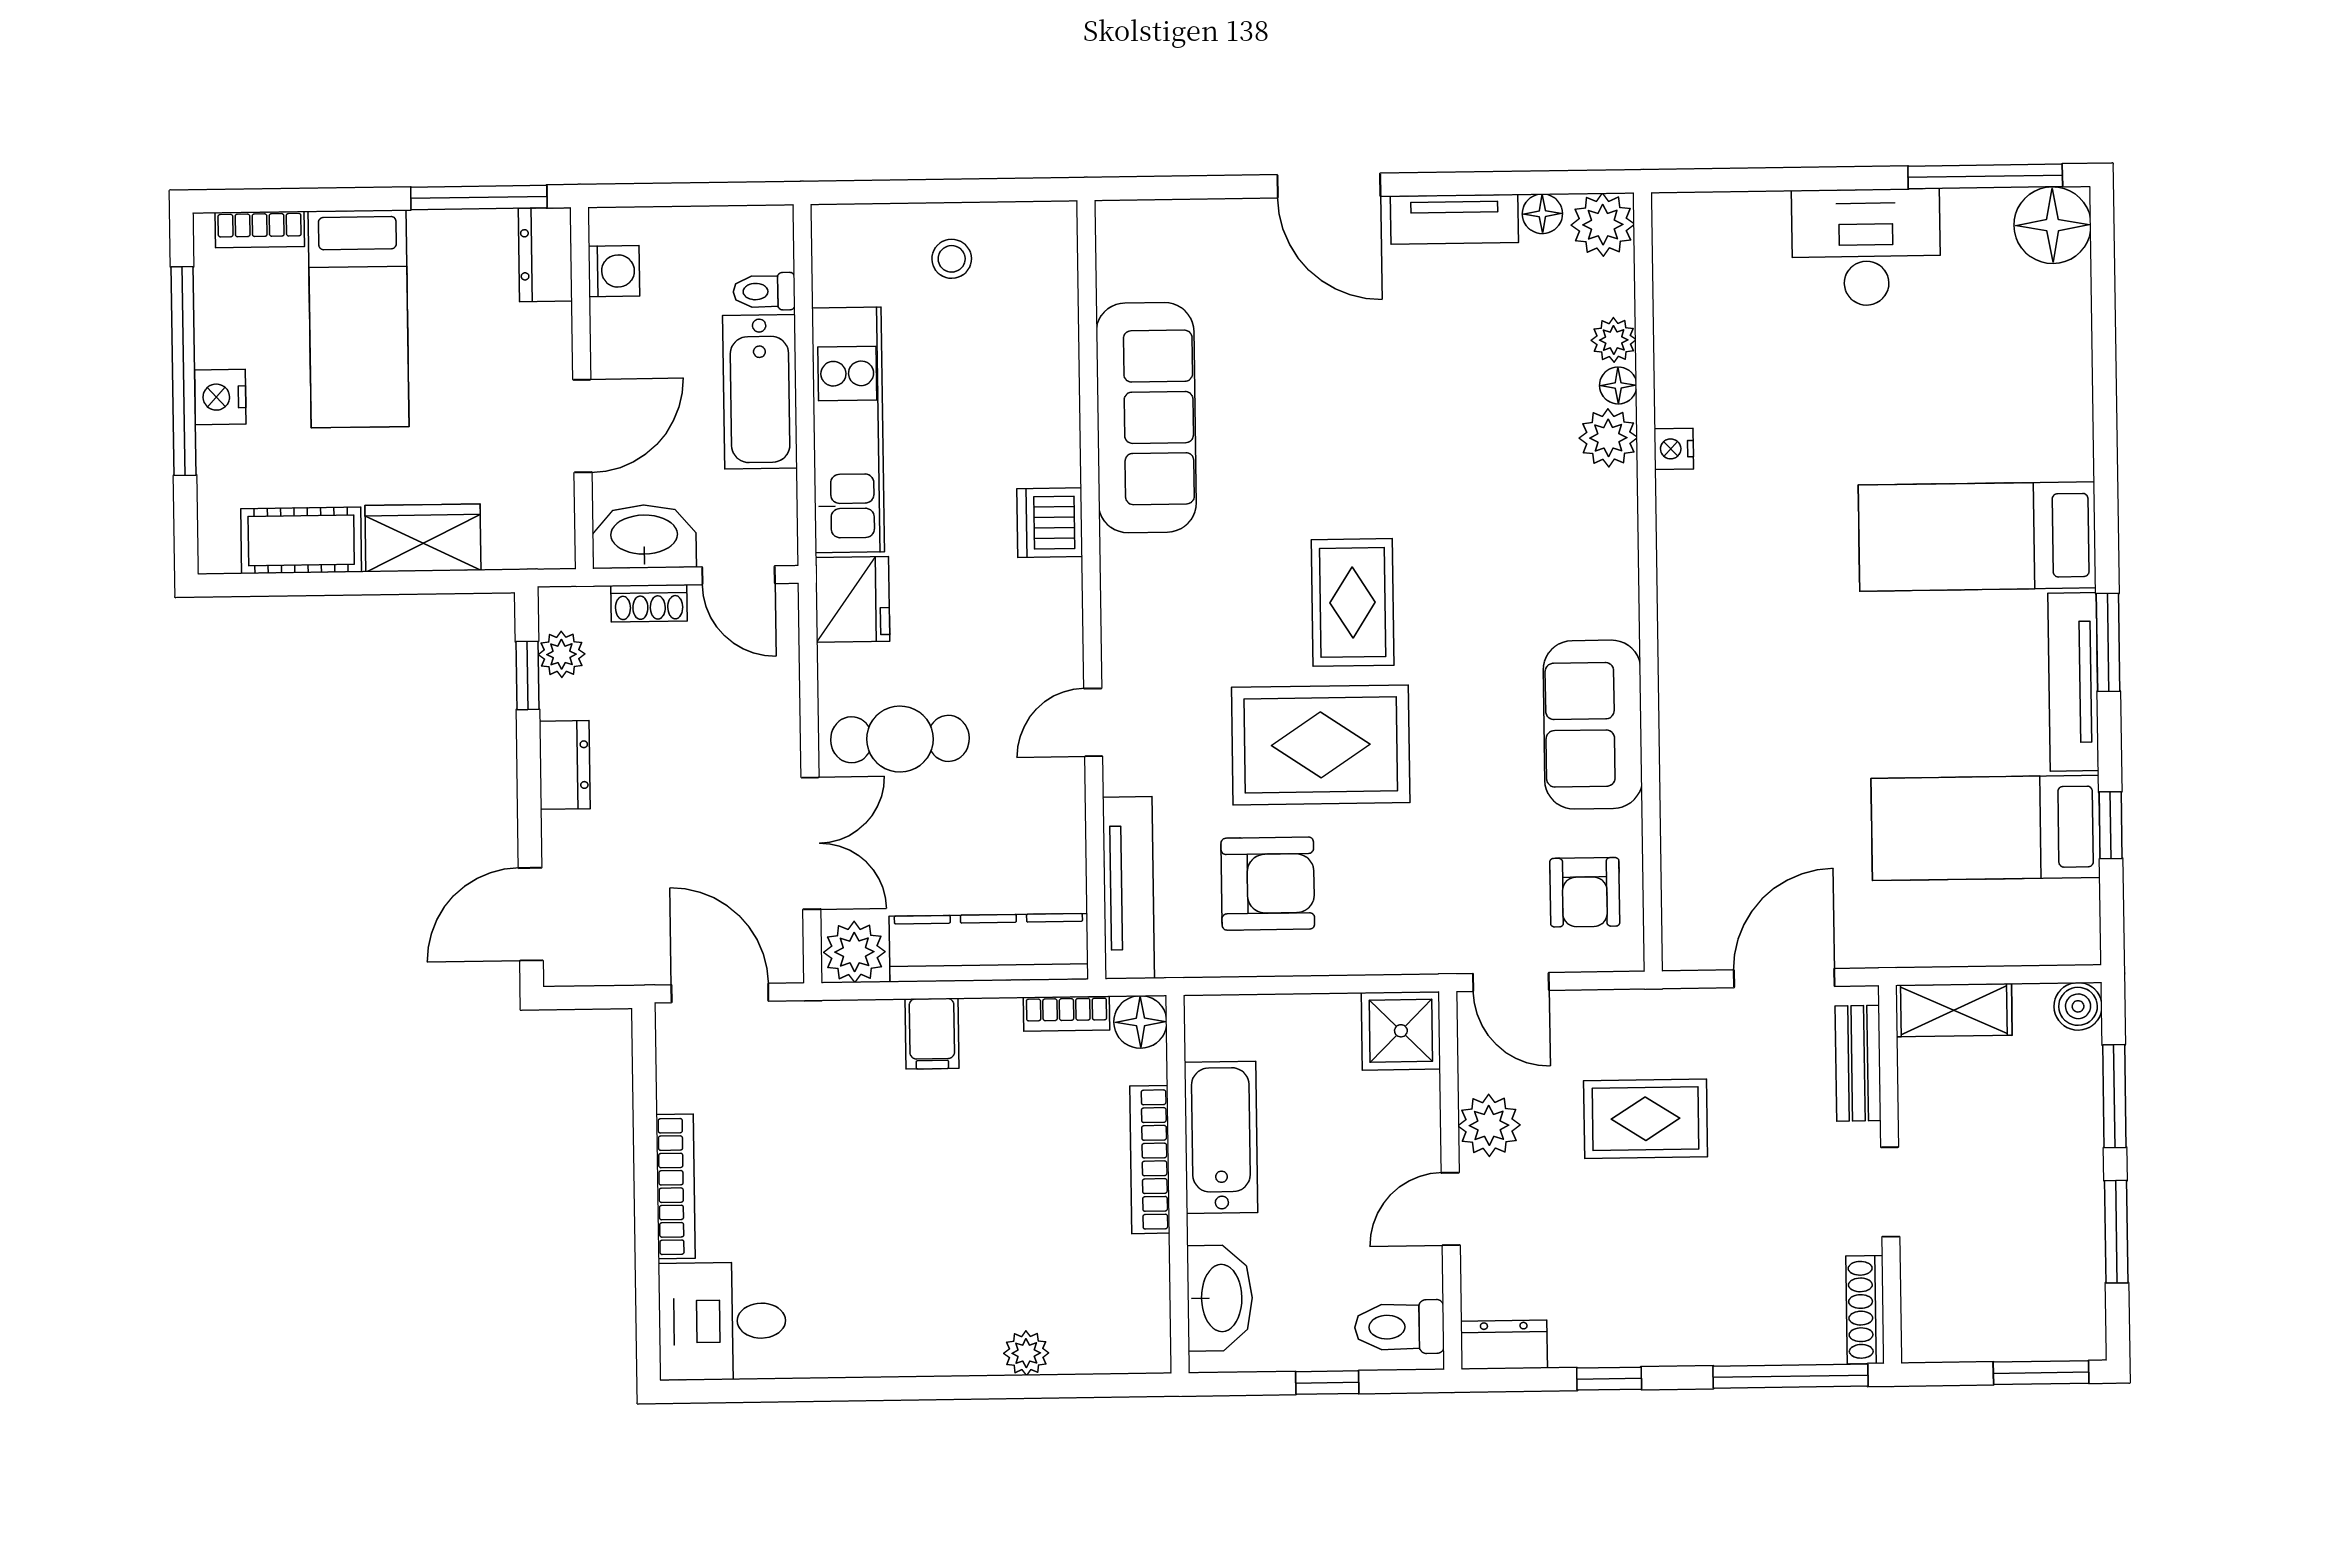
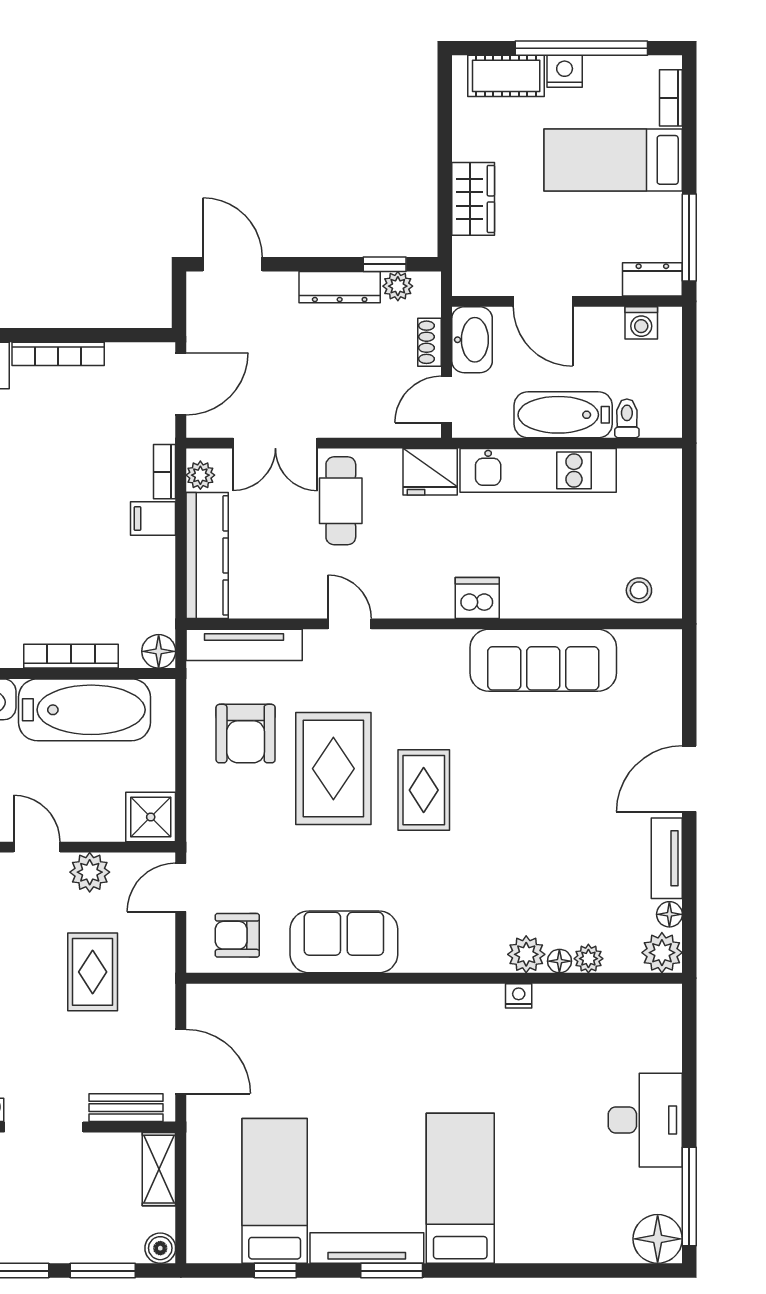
stool: (952, 259) -> (639, 590), moved
cot: (301, 540) -> (506, 76), moved, turned 90
rug: (1353, 602) -> (424, 790), turned 90
dresser: (565, 765) -> (340, 287), width x1.44
plant: (854, 952) -> (200, 475), width x0.73, depth x0.73
bookcase: (1067, 1014) -> (165, 472), moved
bathtub: (1221, 1137) -> (84, 710), width x1.36, depth x1.36
doorway: (1890, 1192) -> (44, 1127), width x1.38

